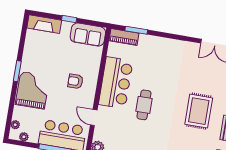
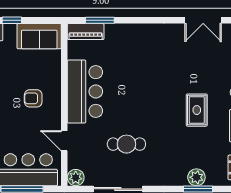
cafe table: (144, 105) -> (126, 144), moved, turned 90
rug: (199, 111) -> (197, 110), width x0.73, depth x0.70

